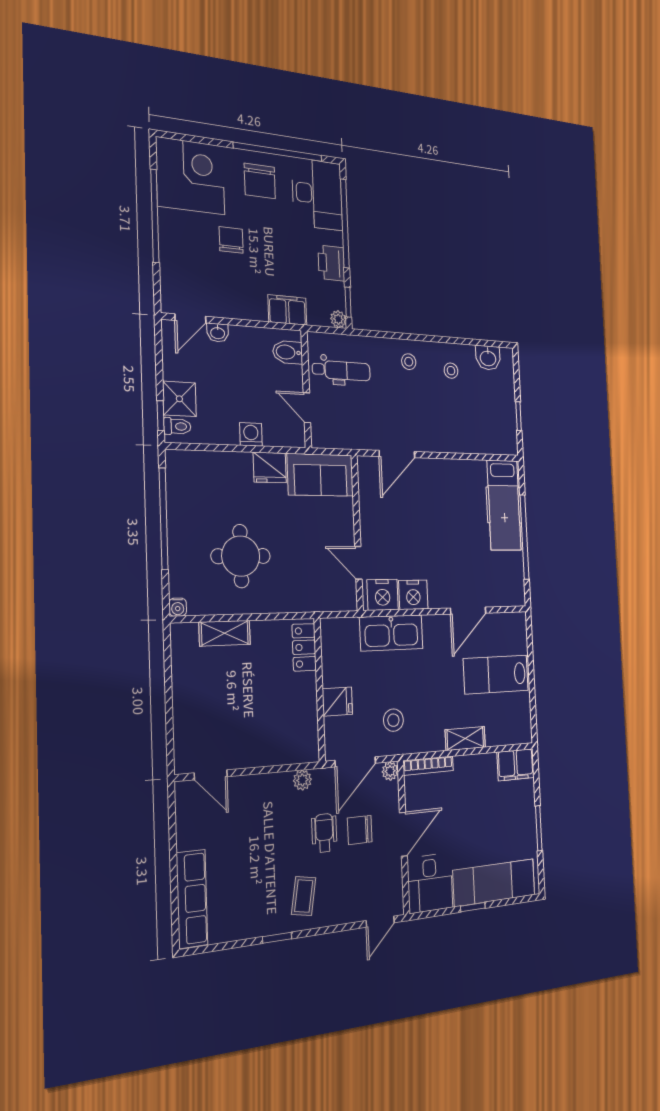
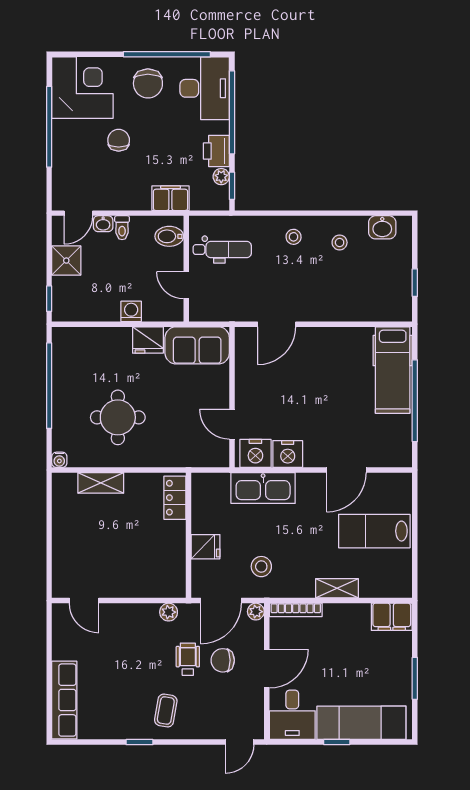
plant: (338, 319) -> (221, 177), moved
shower: (179, 399) -> (66, 261), moved
toilet: (177, 426) -> (122, 228), moved, turned 90

